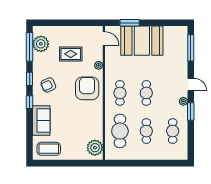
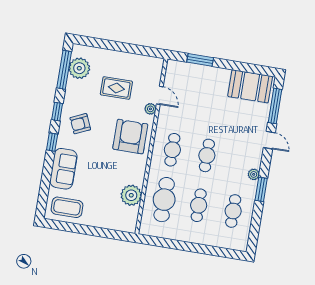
door: (104, 39) -> (160, 95), moved
booth: (142, 41) -> (250, 86), moved, width x0.73, depth x0.70
door: (191, 85) -> (269, 140), moved
plant: (95, 148) -> (131, 195), moved

